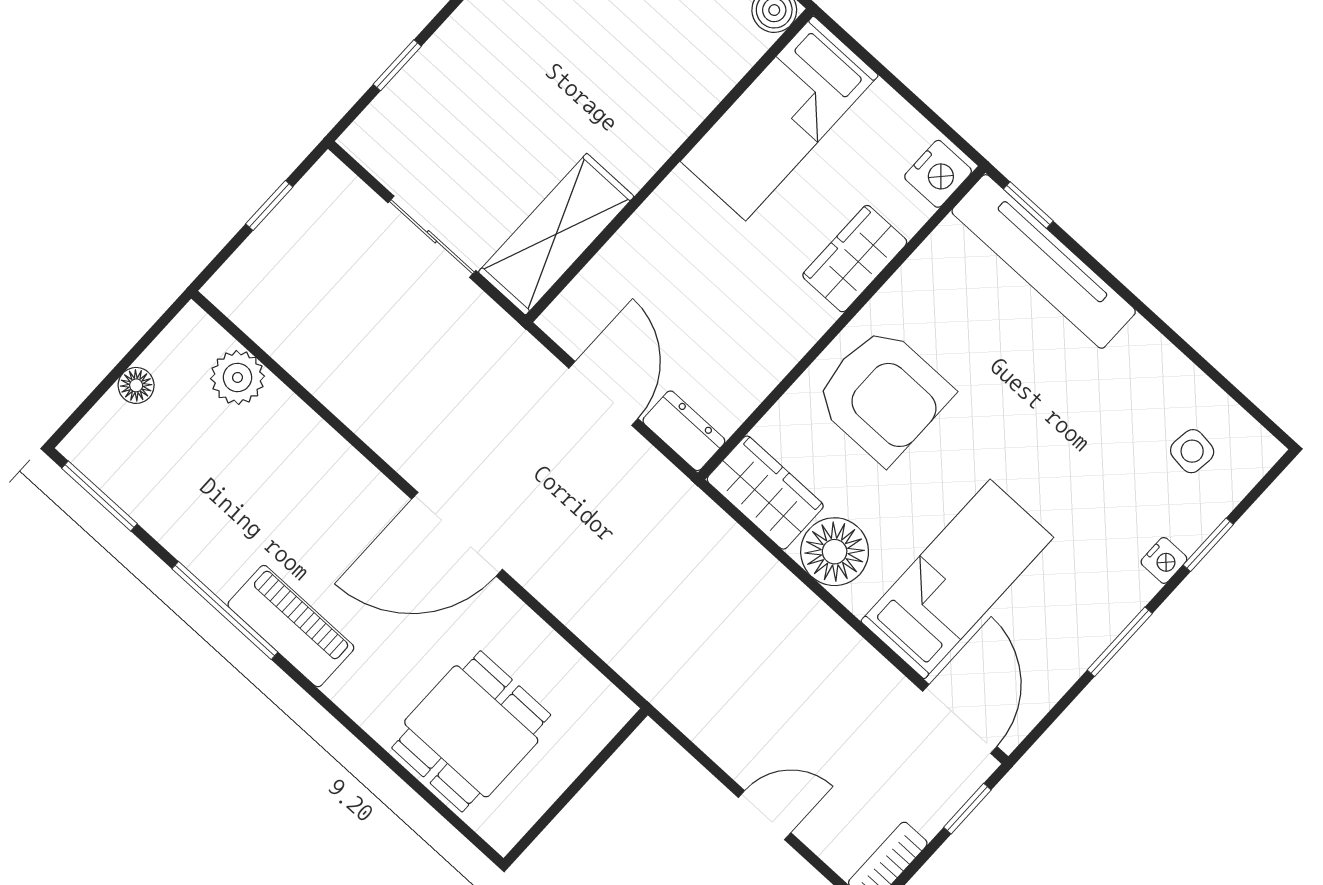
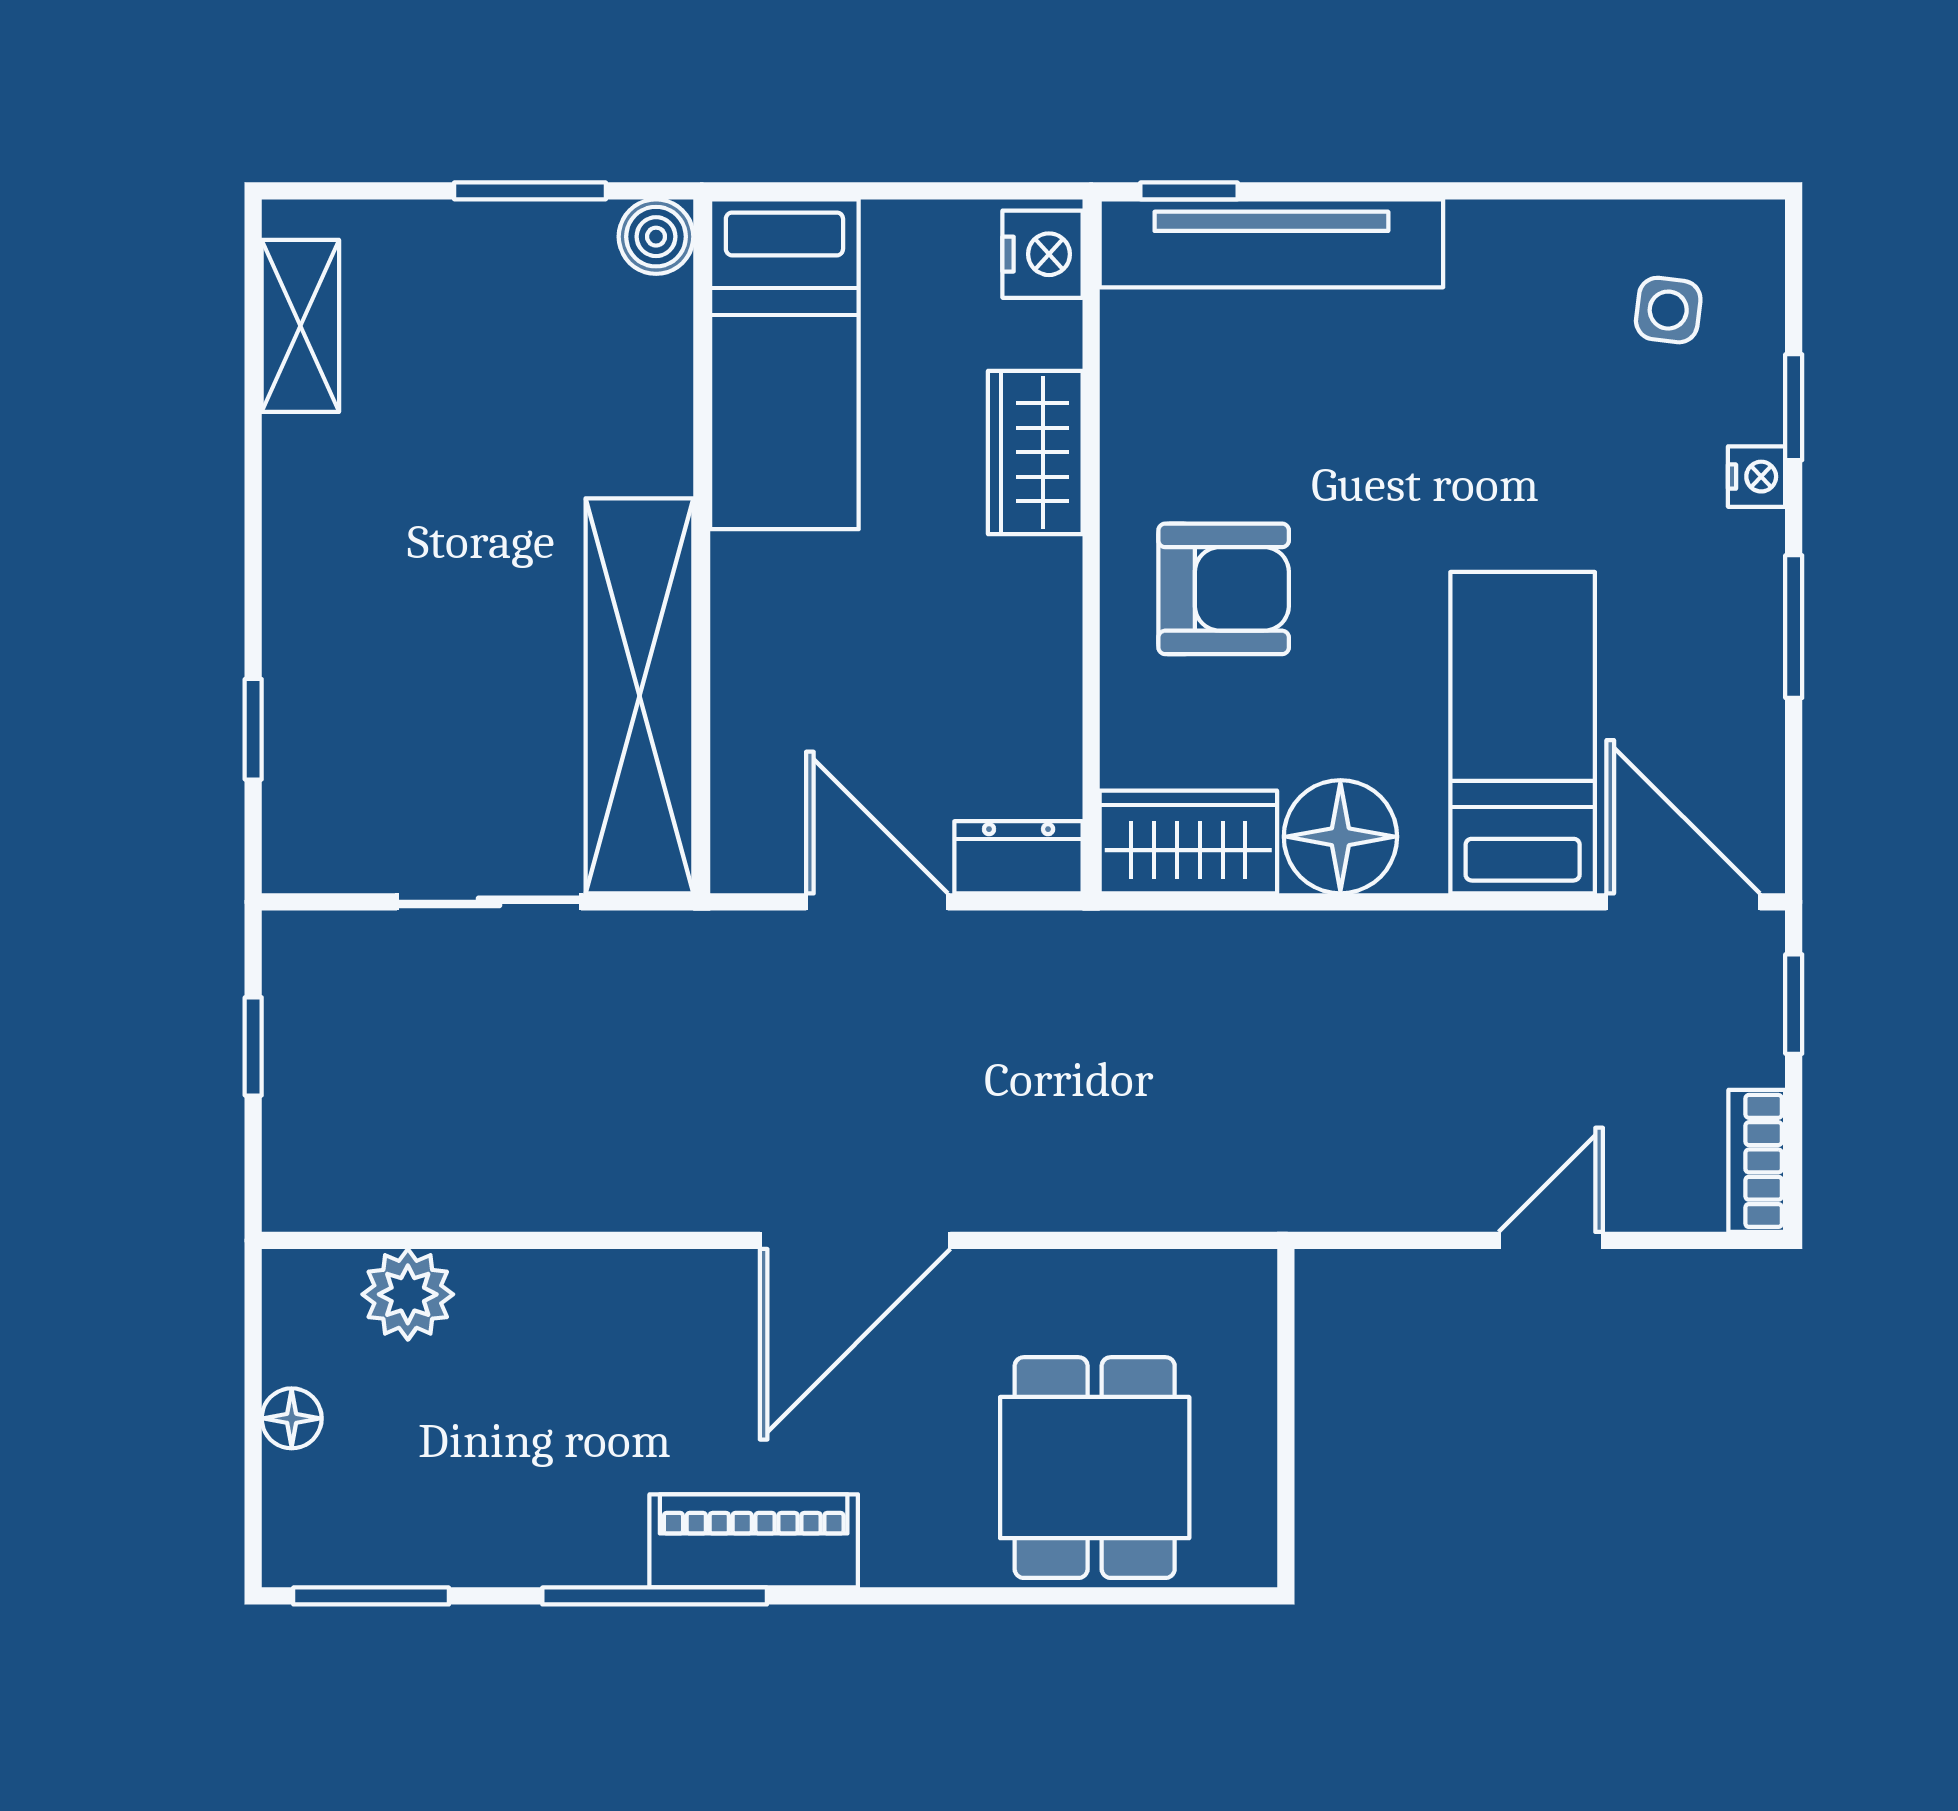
shelving: (556, 234) -> (639, 696), width x1.47
armchair: (883, 395) -> (1224, 589), width x0.73, depth x0.73

